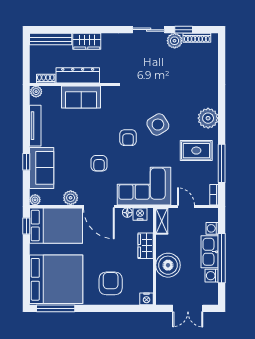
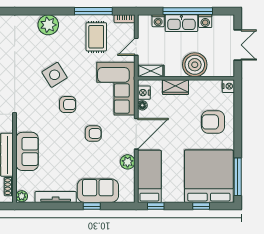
rug: (196, 151) -> (96, 37), moved
plant: (35, 200) -> (130, 197), removed
bed: (56, 226) -> (149, 176), width x0.67
window: (26, 271) -> (201, 206), added

